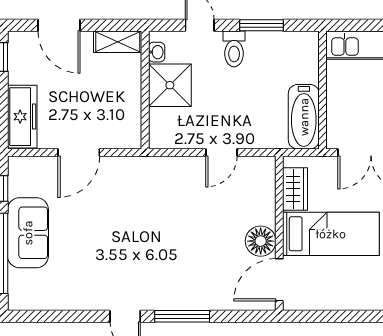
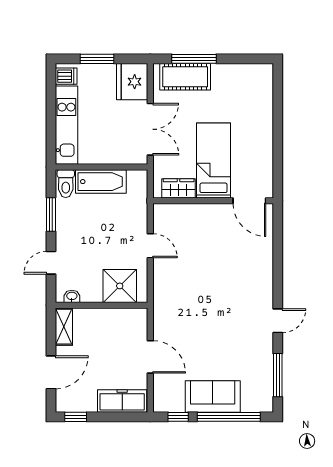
toilet: (234, 49) -> (66, 184), moved, turned 90
shower: (170, 85) -> (120, 286), moved
bathtub: (304, 117) -> (101, 182), moved
floor lamp: (261, 241) -> (219, 215), removed
window: (182, 316) -> (278, 375), moved

